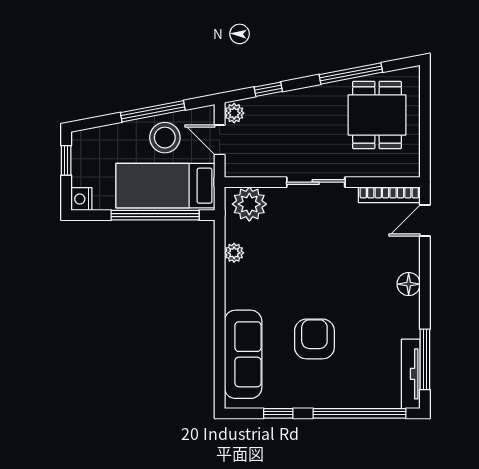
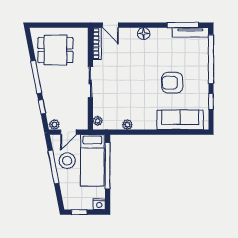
window: (351, 73) -> (36, 77), moved
plant: (249, 204) -> (98, 121), width x0.53, depth x0.53

